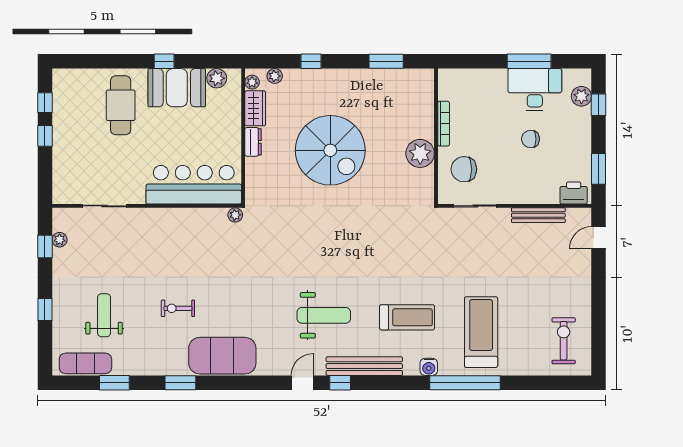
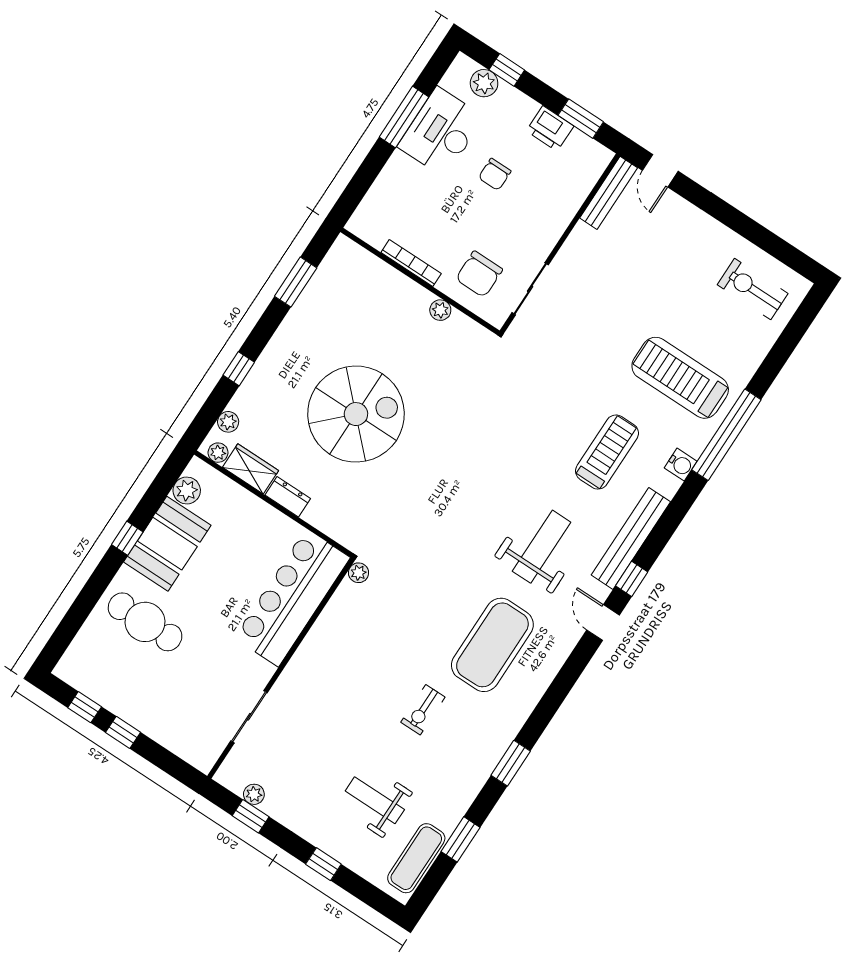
plant: (420, 153) -> (440, 310), width x0.53, depth x0.53
printer: (574, 193) -> (550, 128), moved, turned -90
bench: (538, 215) -> (609, 193), moved
exercise mat: (222, 356) -> (492, 645), moved

